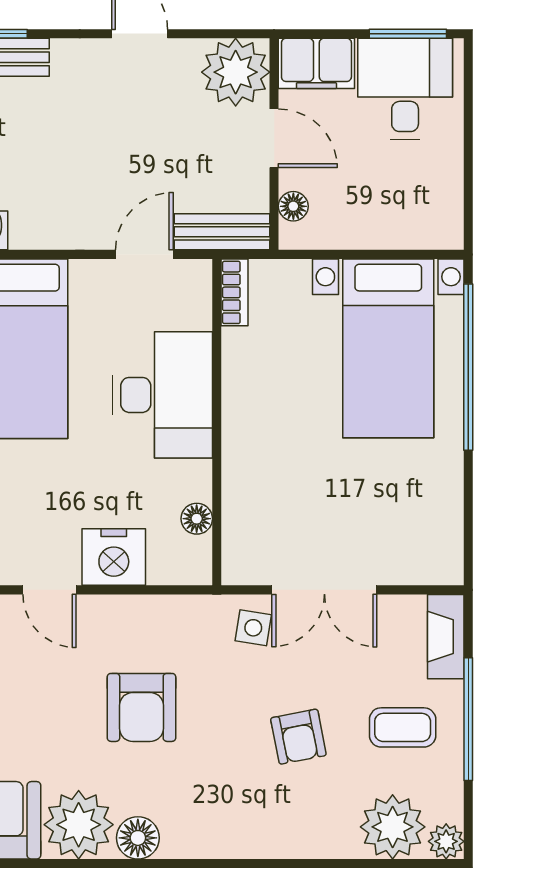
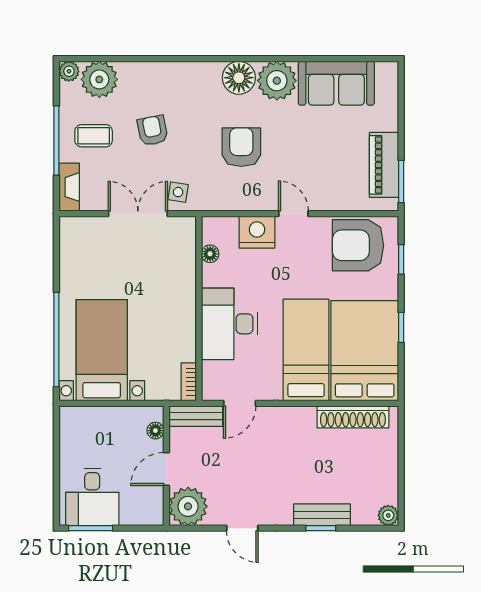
filing cabinet: (316, 63) -> (142, 511), removed
door: (274, 138) -> (166, 469), hinge flipped
floor lamp: (138, 838) -> (239, 78), width x1.38, depth x1.38

